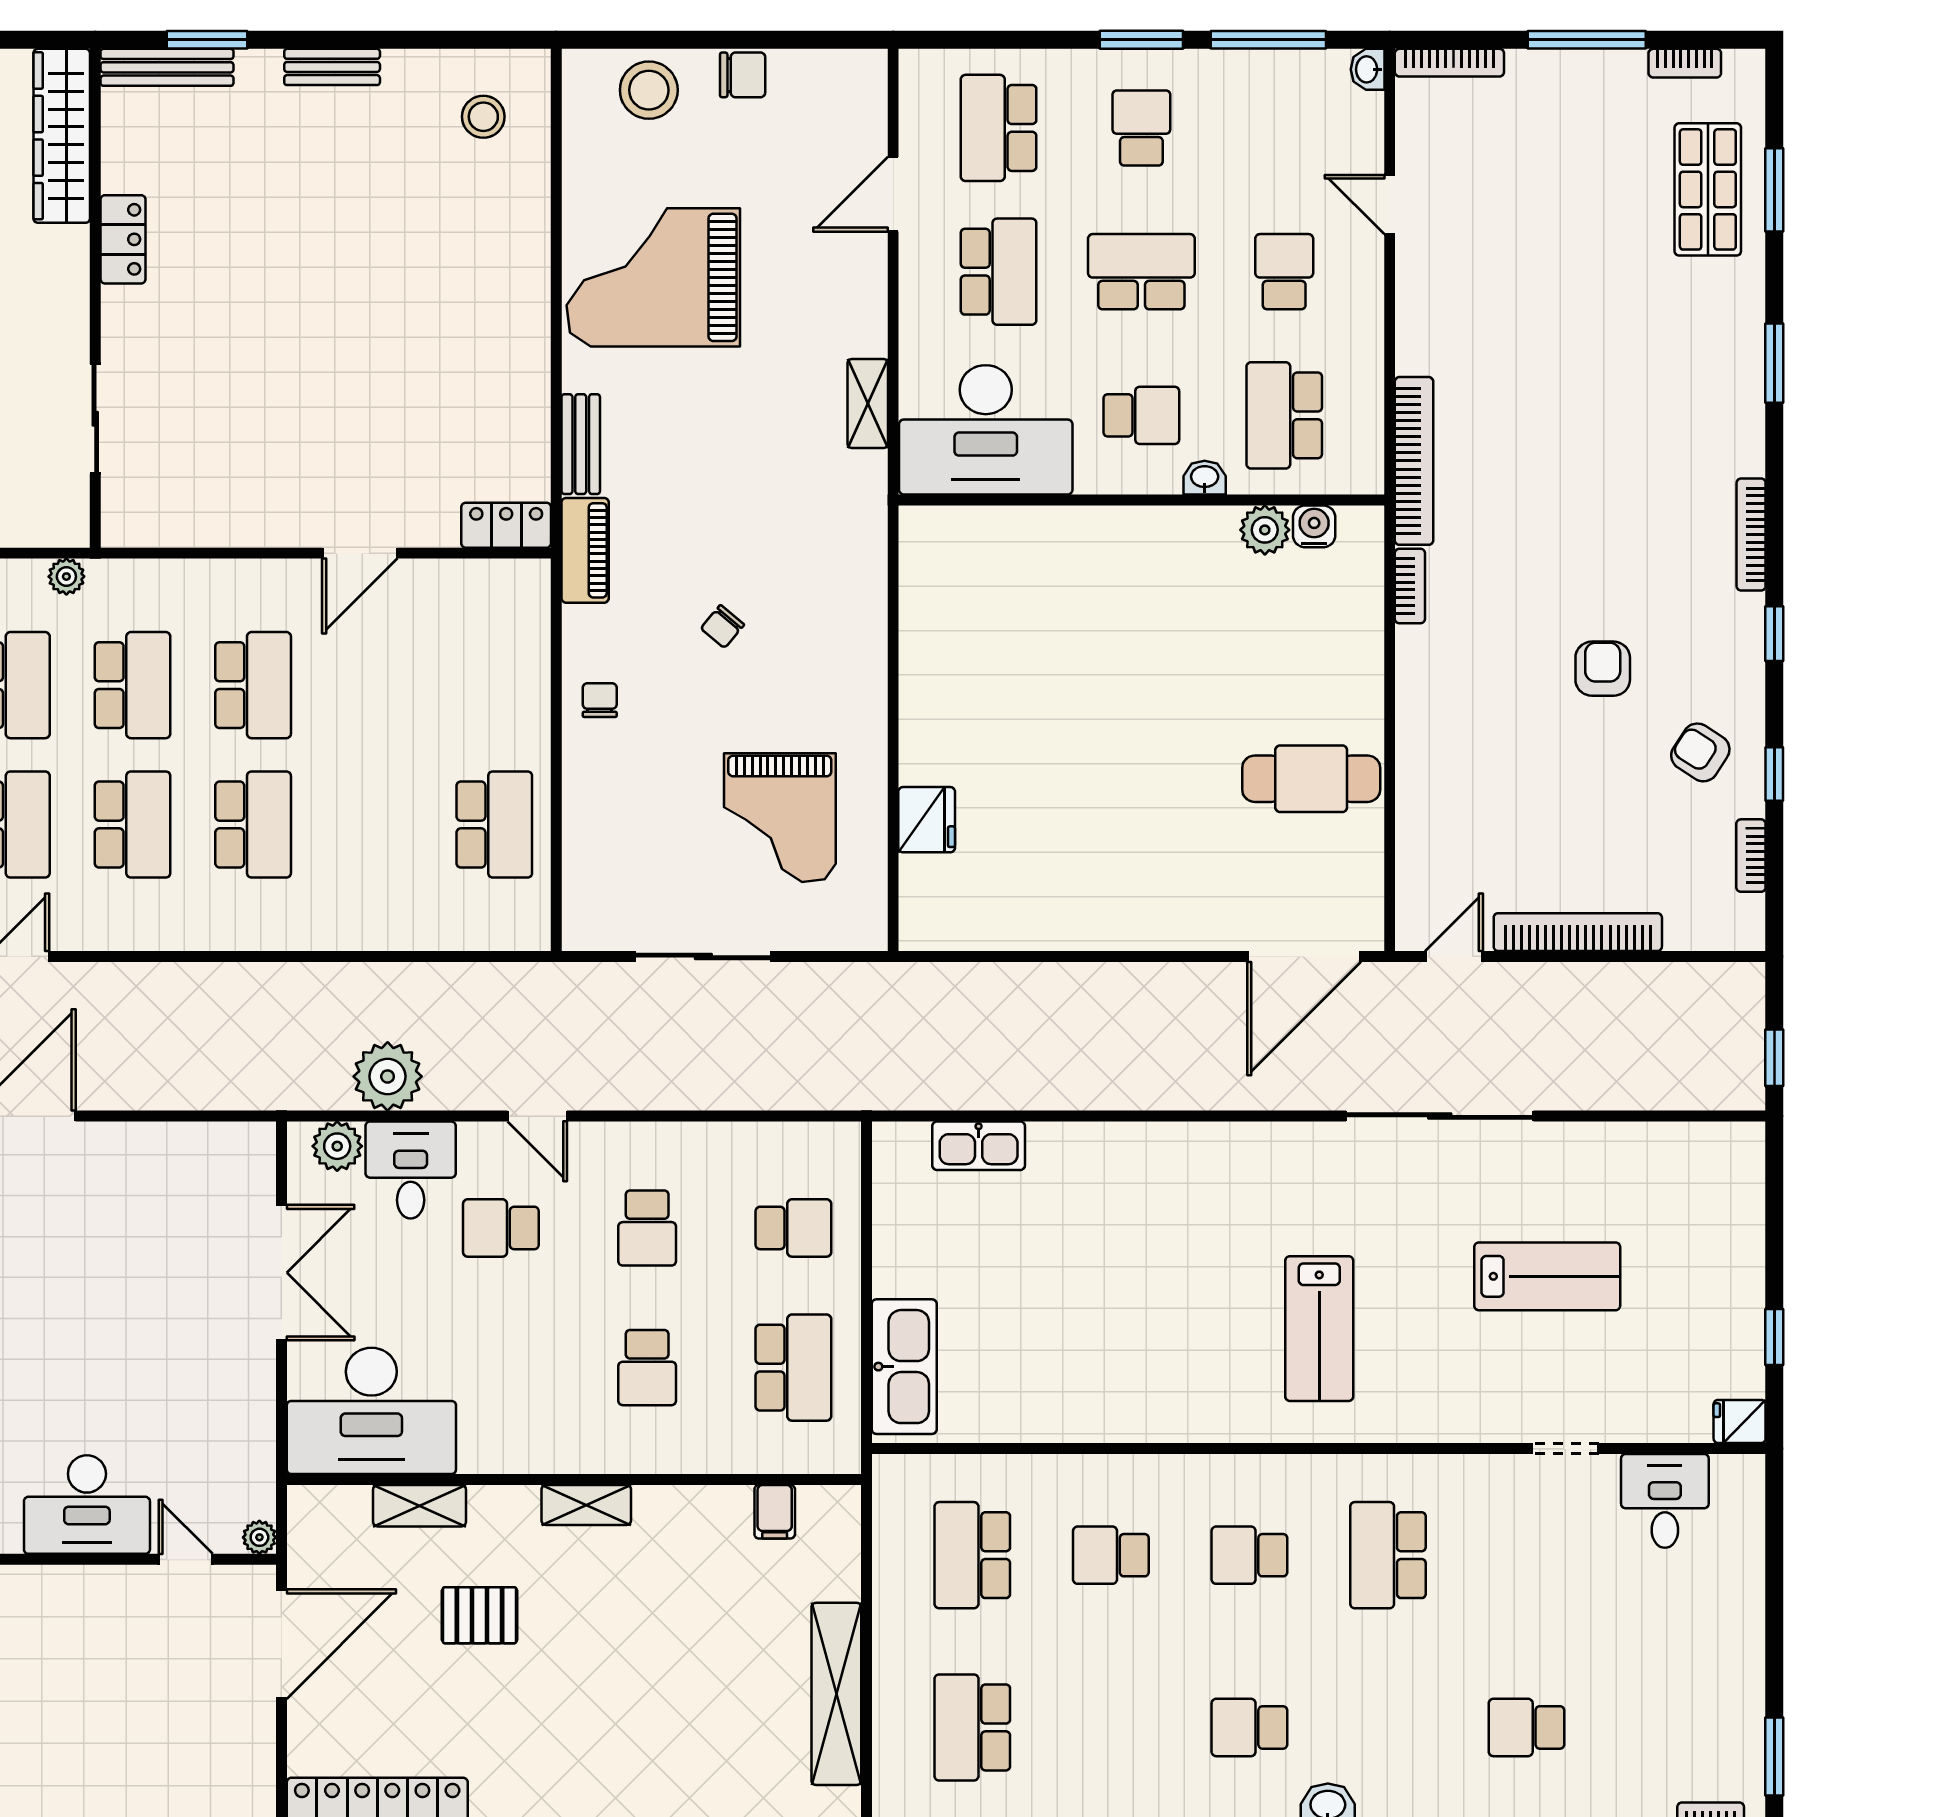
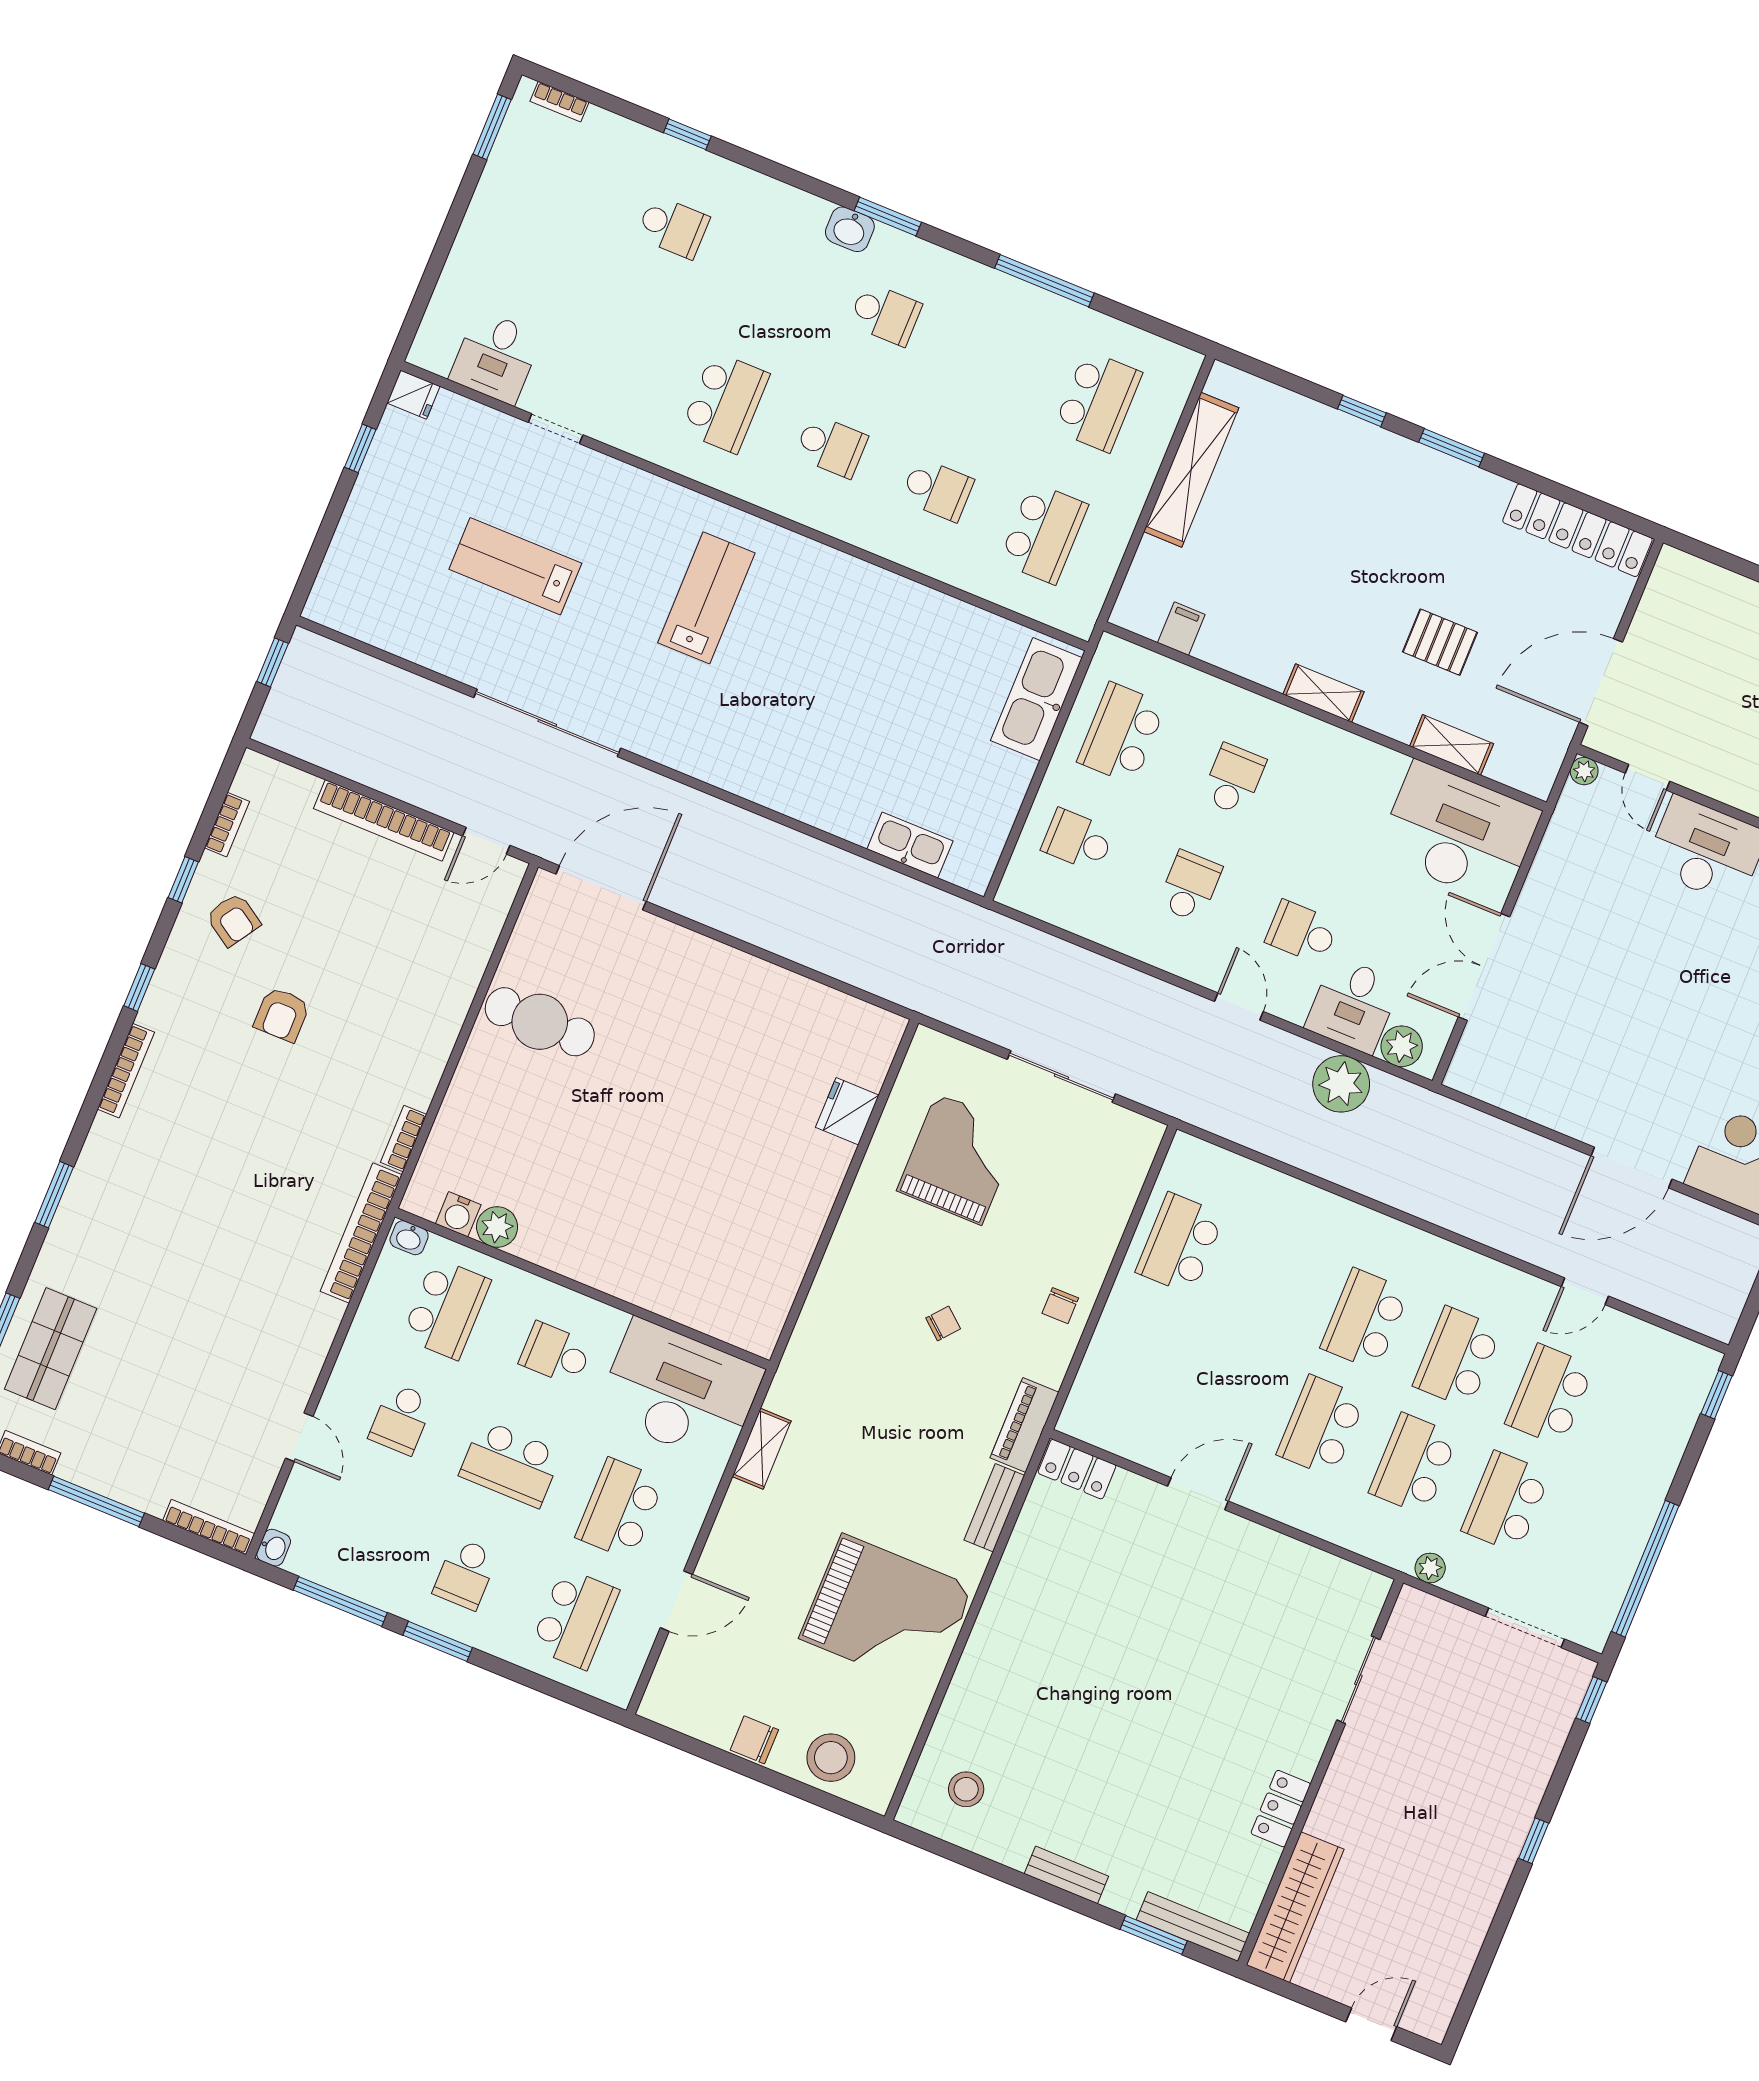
washbasin: (1205, 478) -> (409, 1238), moved
school desk: (501, 1228) -> (1302, 932), turned 180

